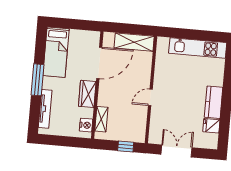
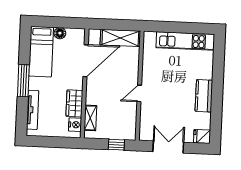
floor lamp: (75, 35) -> (60, 33), added
wardrobe: (87, 94) -> (74, 103), moved
fridge: (211, 126) -> (202, 136), moved

